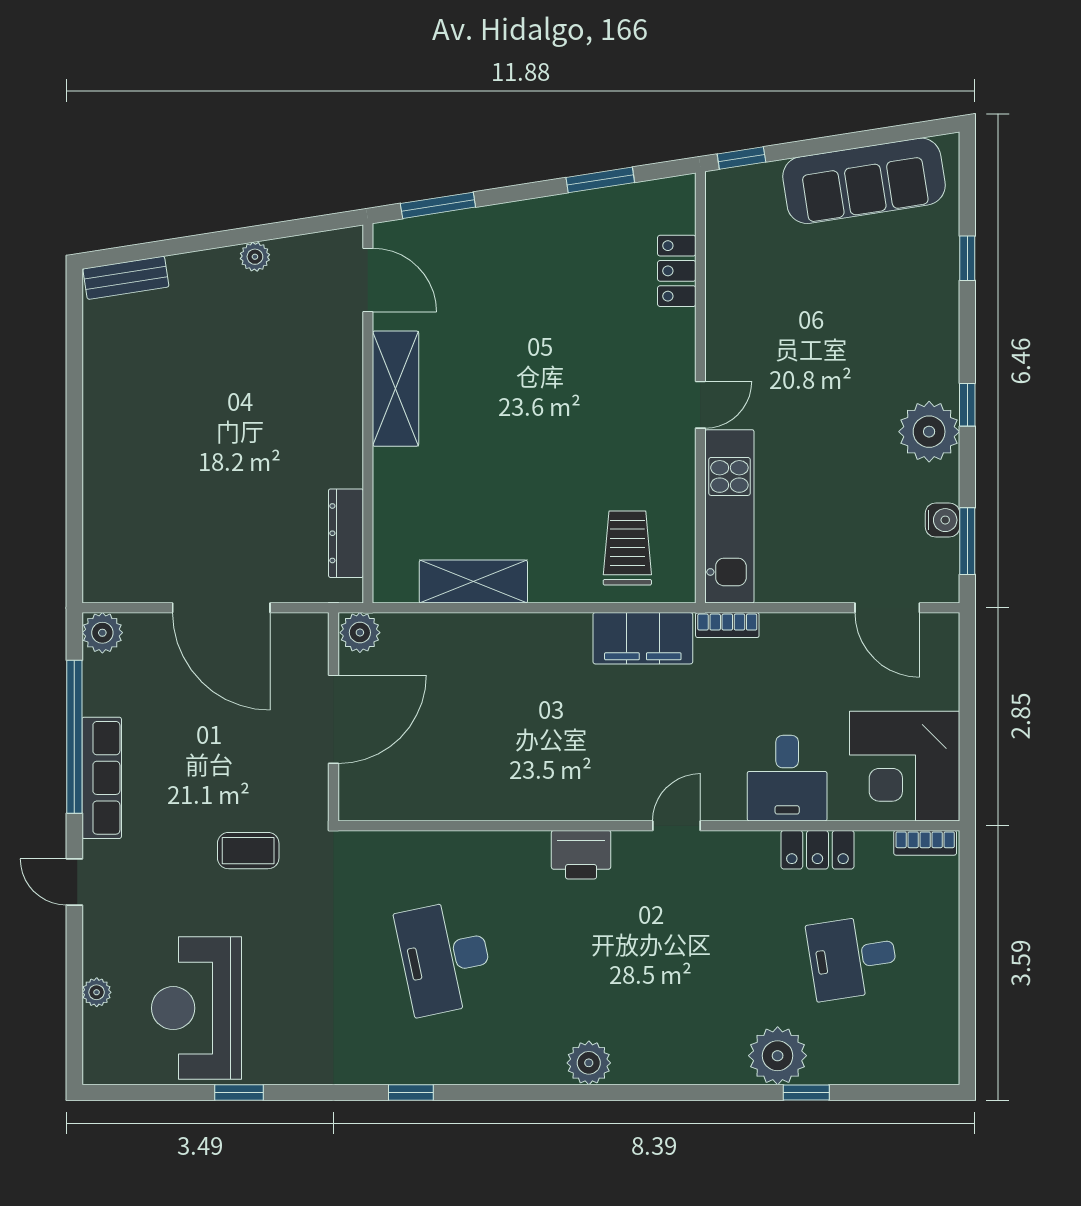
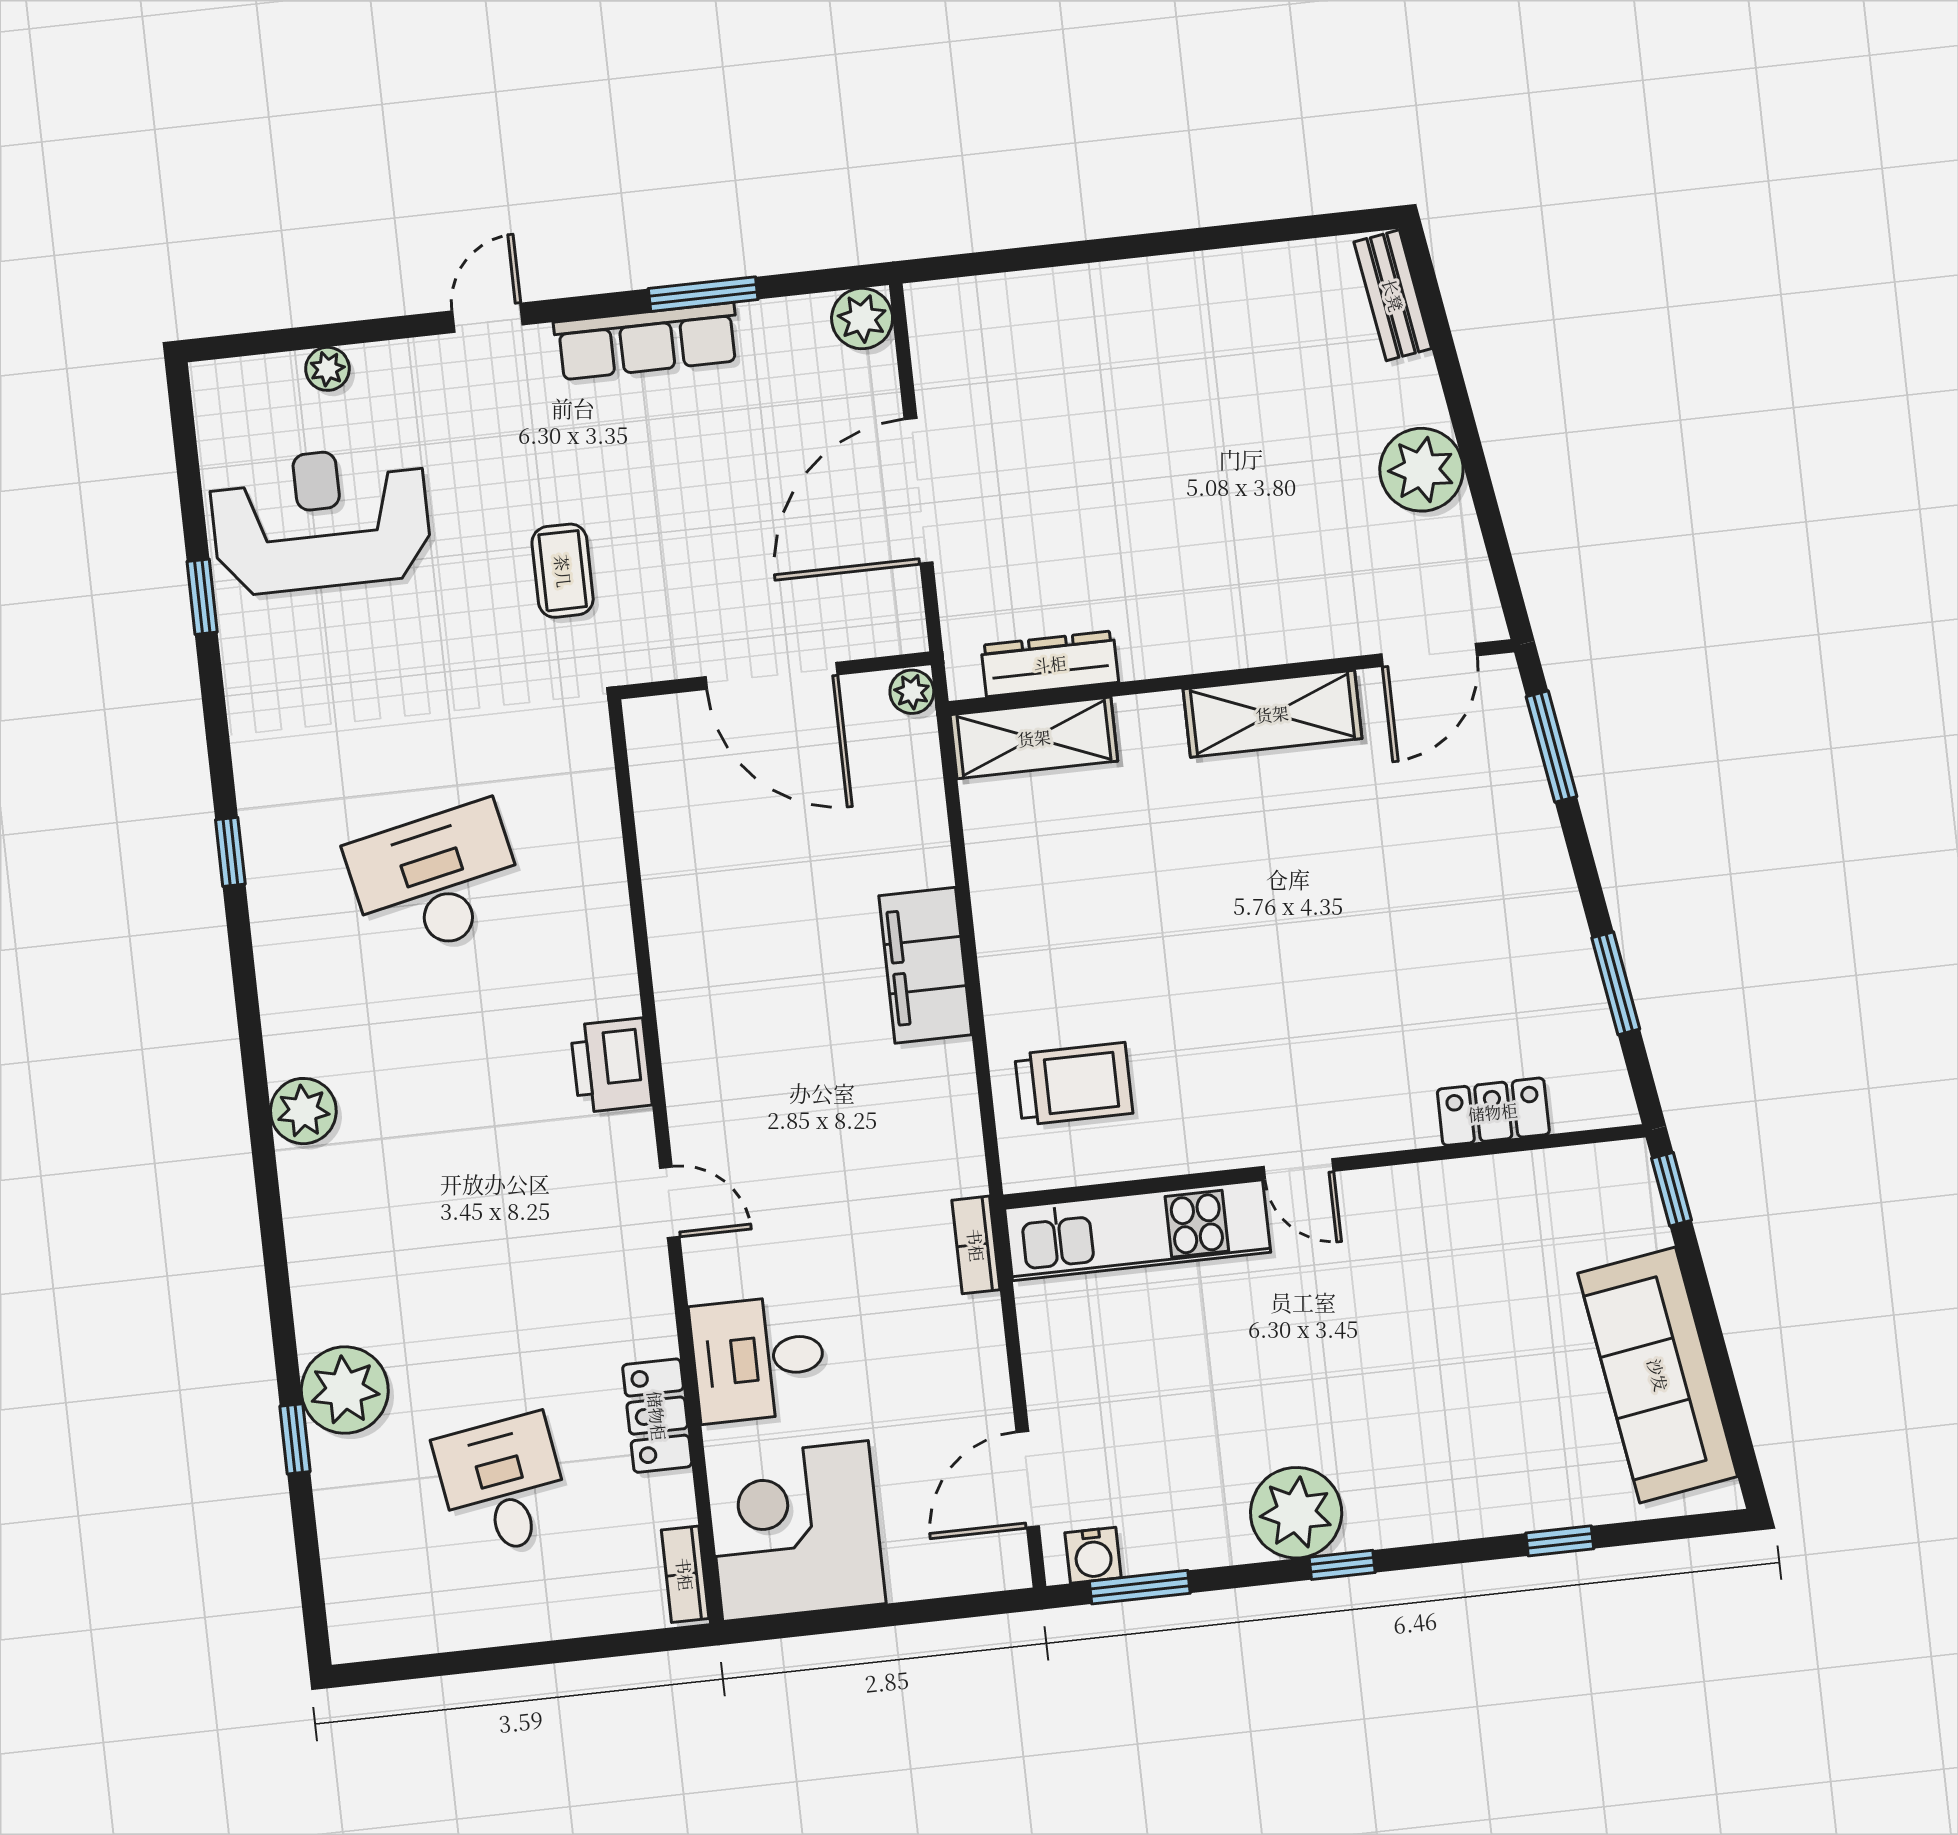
plant: (255, 257) -> (1421, 470), width x1.88, depth x1.88
water cooler: (942, 520) -> (1093, 1555), moved
shelving: (473, 582) -> (1034, 738), moved, turned 90
plant: (360, 633) -> (912, 692), width x0.73, depth x0.73
filing cabinet: (643, 638) -> (925, 965), moved
window: (74, 737) -> (703, 294), width x0.47

